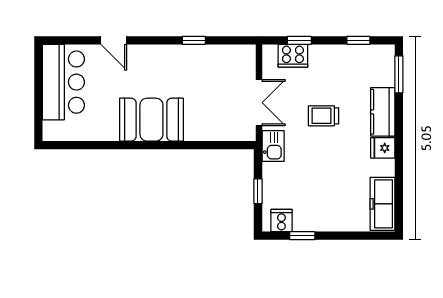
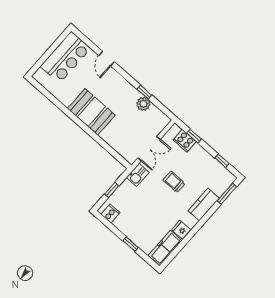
plant: (205, 55) -> (143, 104), added
fridge: (383, 148) -> (181, 230), moved
window: (302, 236) -> (131, 244), moved

